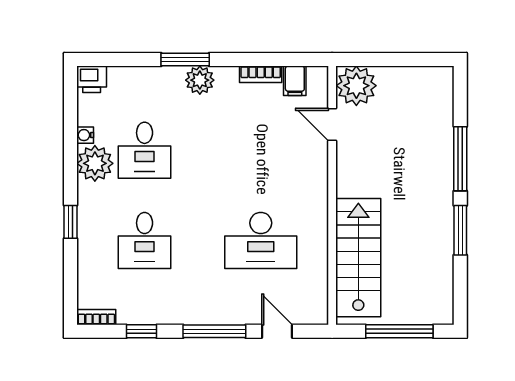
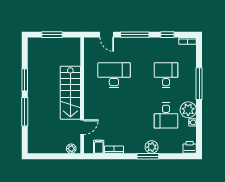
plant: (200, 80) -> (152, 147), moved
plant: (356, 86) -> (71, 149), width x0.53, depth x0.53
door: (332, 125) -> (82, 127), hinge flipped
desk: (145, 150) -> (166, 116), turned 180
window: (71, 222) -> (199, 84), width x2.17
stairs: (358, 258) -> (70, 93), moved
window: (399, 331) -> (52, 35), width x0.69

